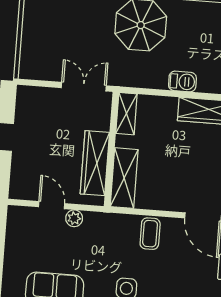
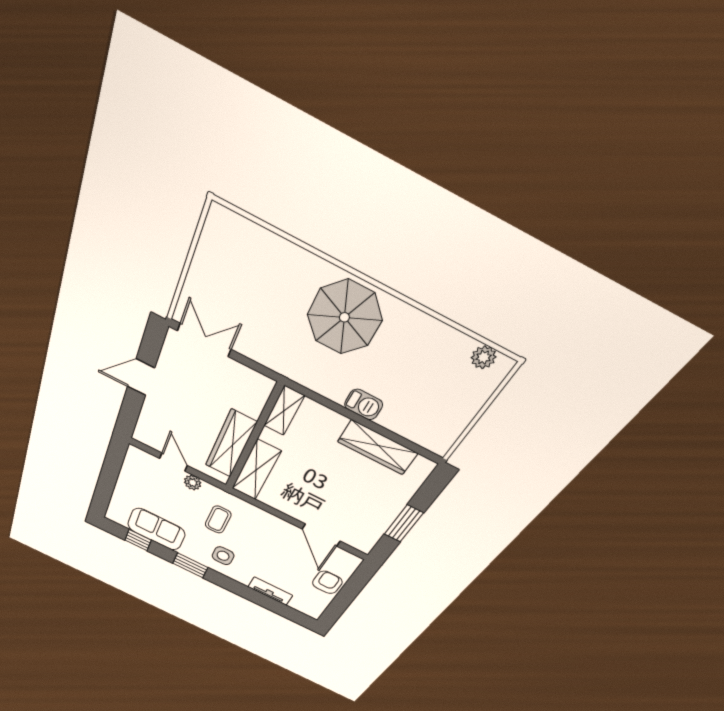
double door: (84, 87) -> (204, 340), moved
coffee table: (150, 234) -> (218, 520), moved

